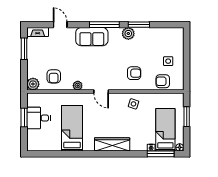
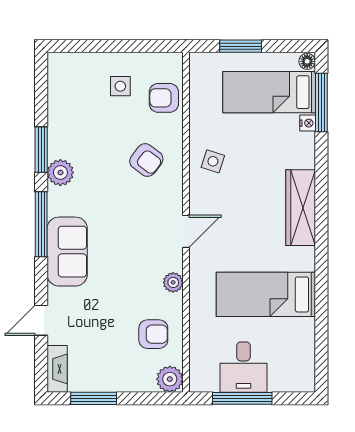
armchair: (134, 73) -> (146, 160), turned 127
armchair: (163, 81) -> (164, 98), turned 90
window: (24, 117) -> (242, 398), width x1.44

